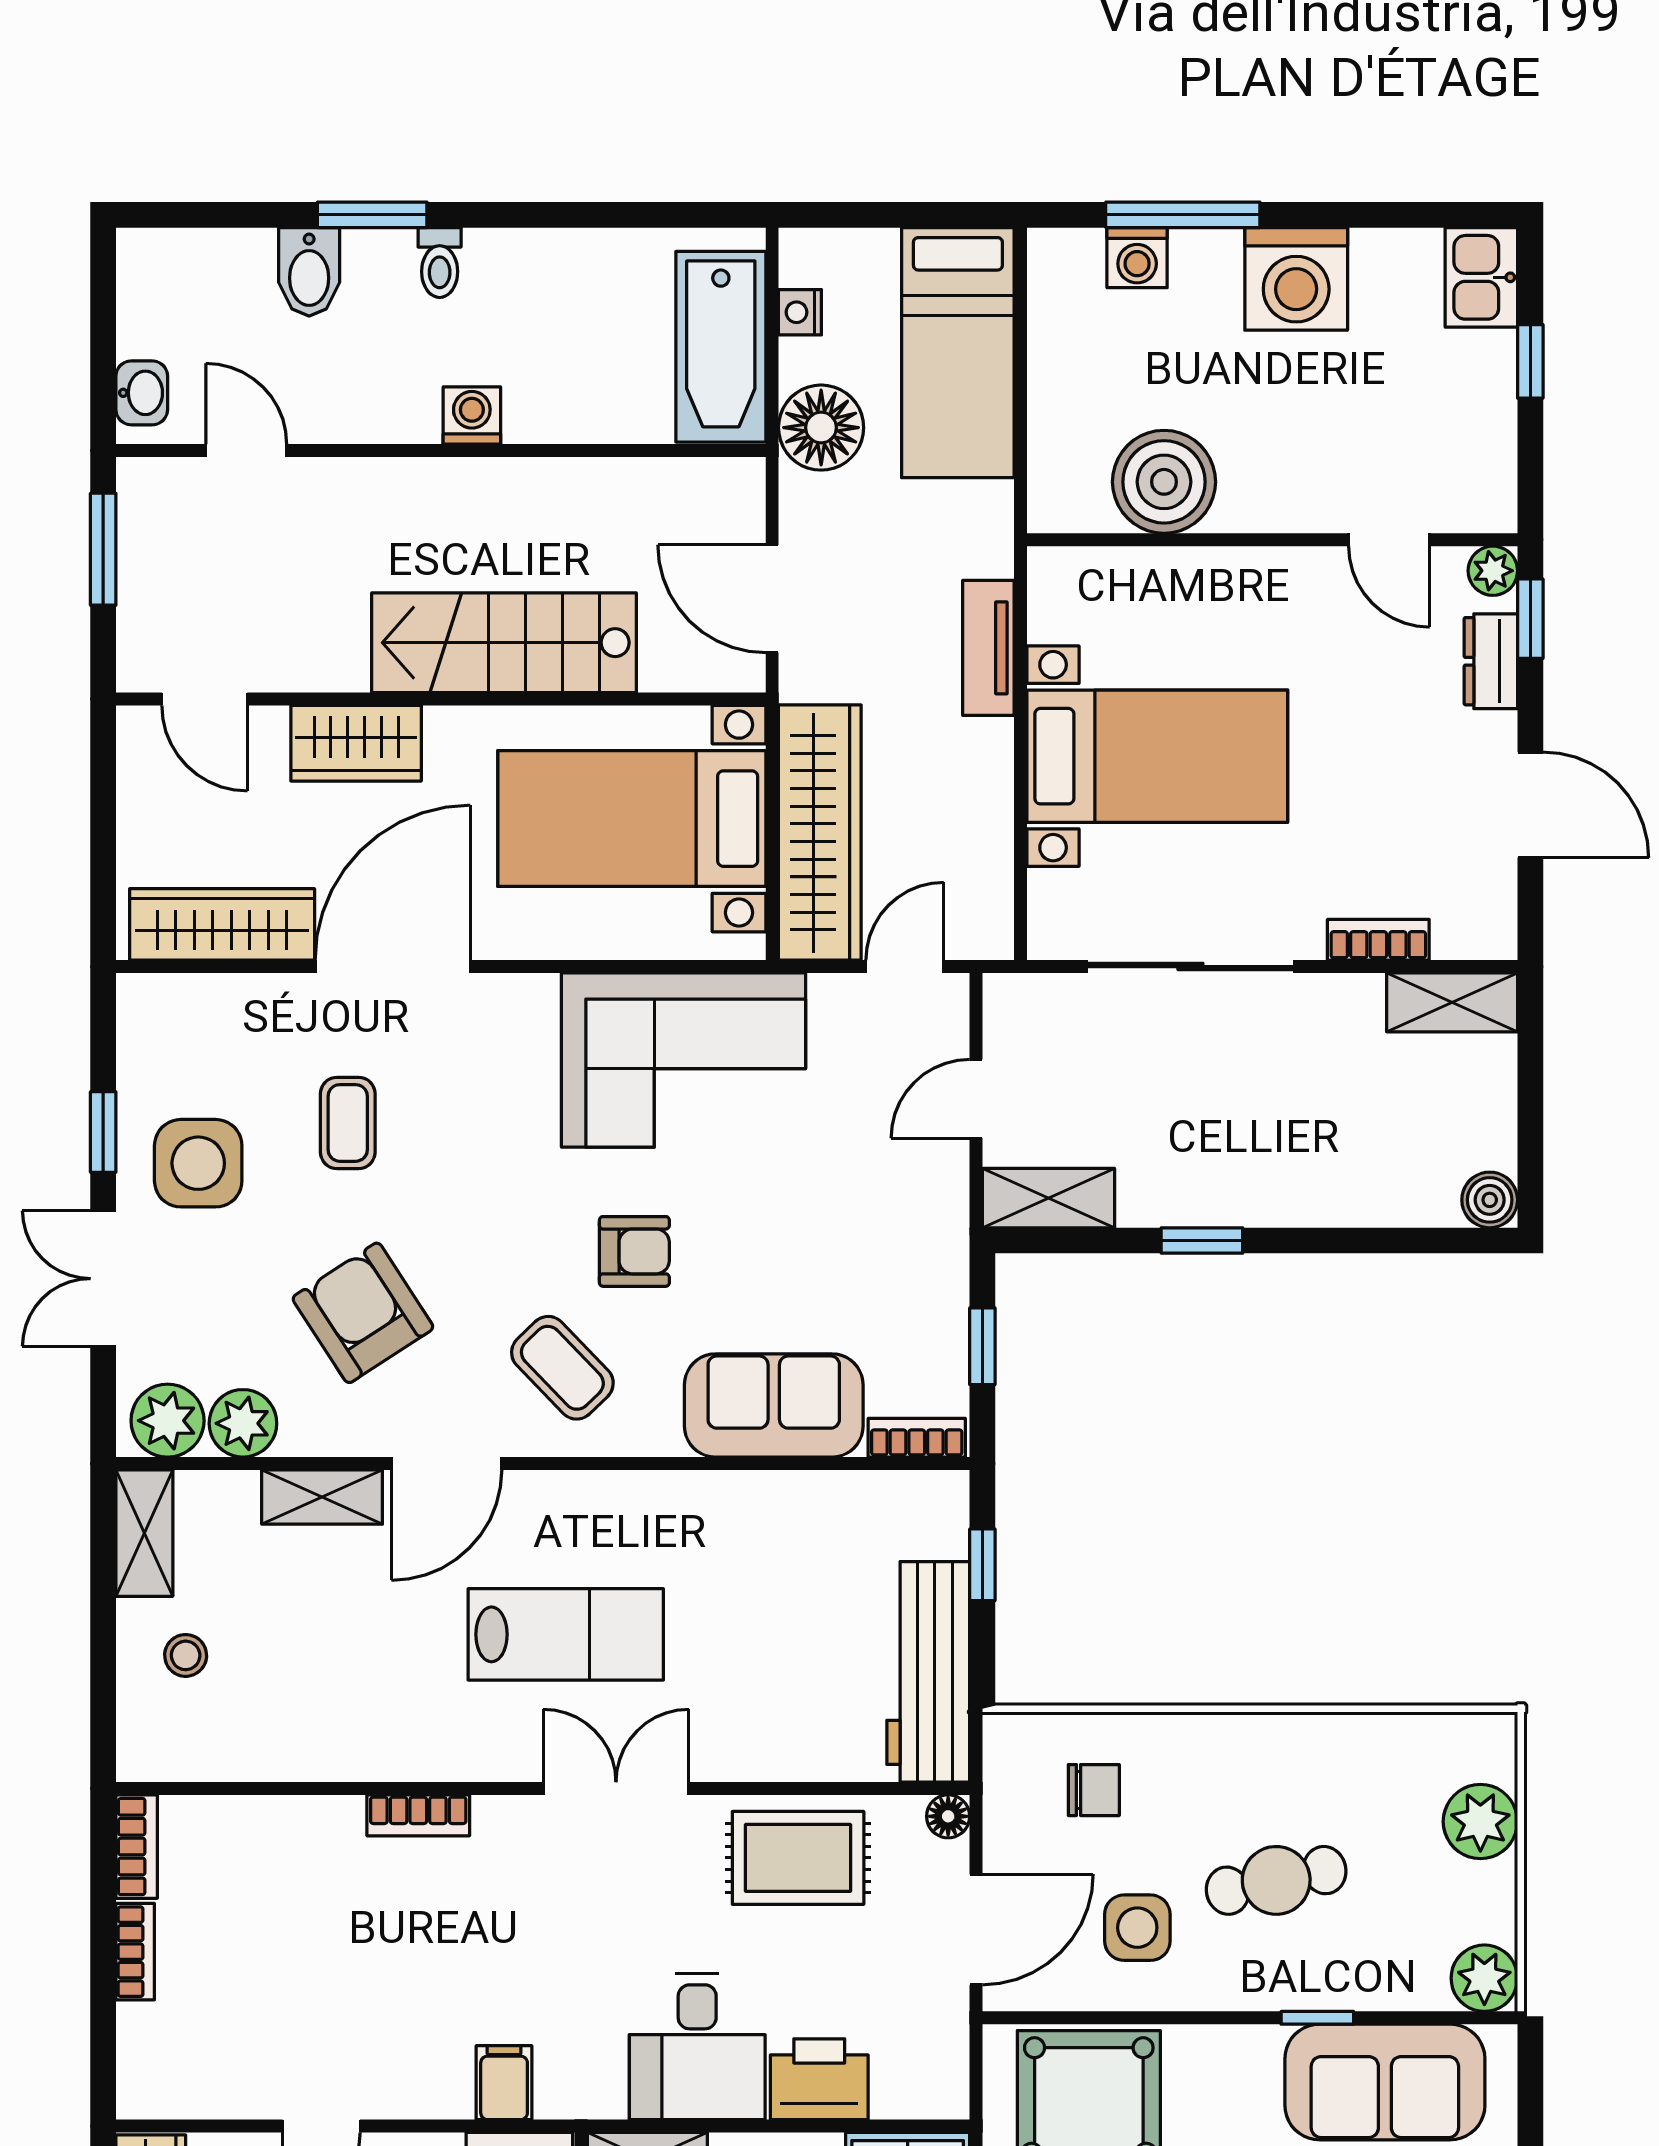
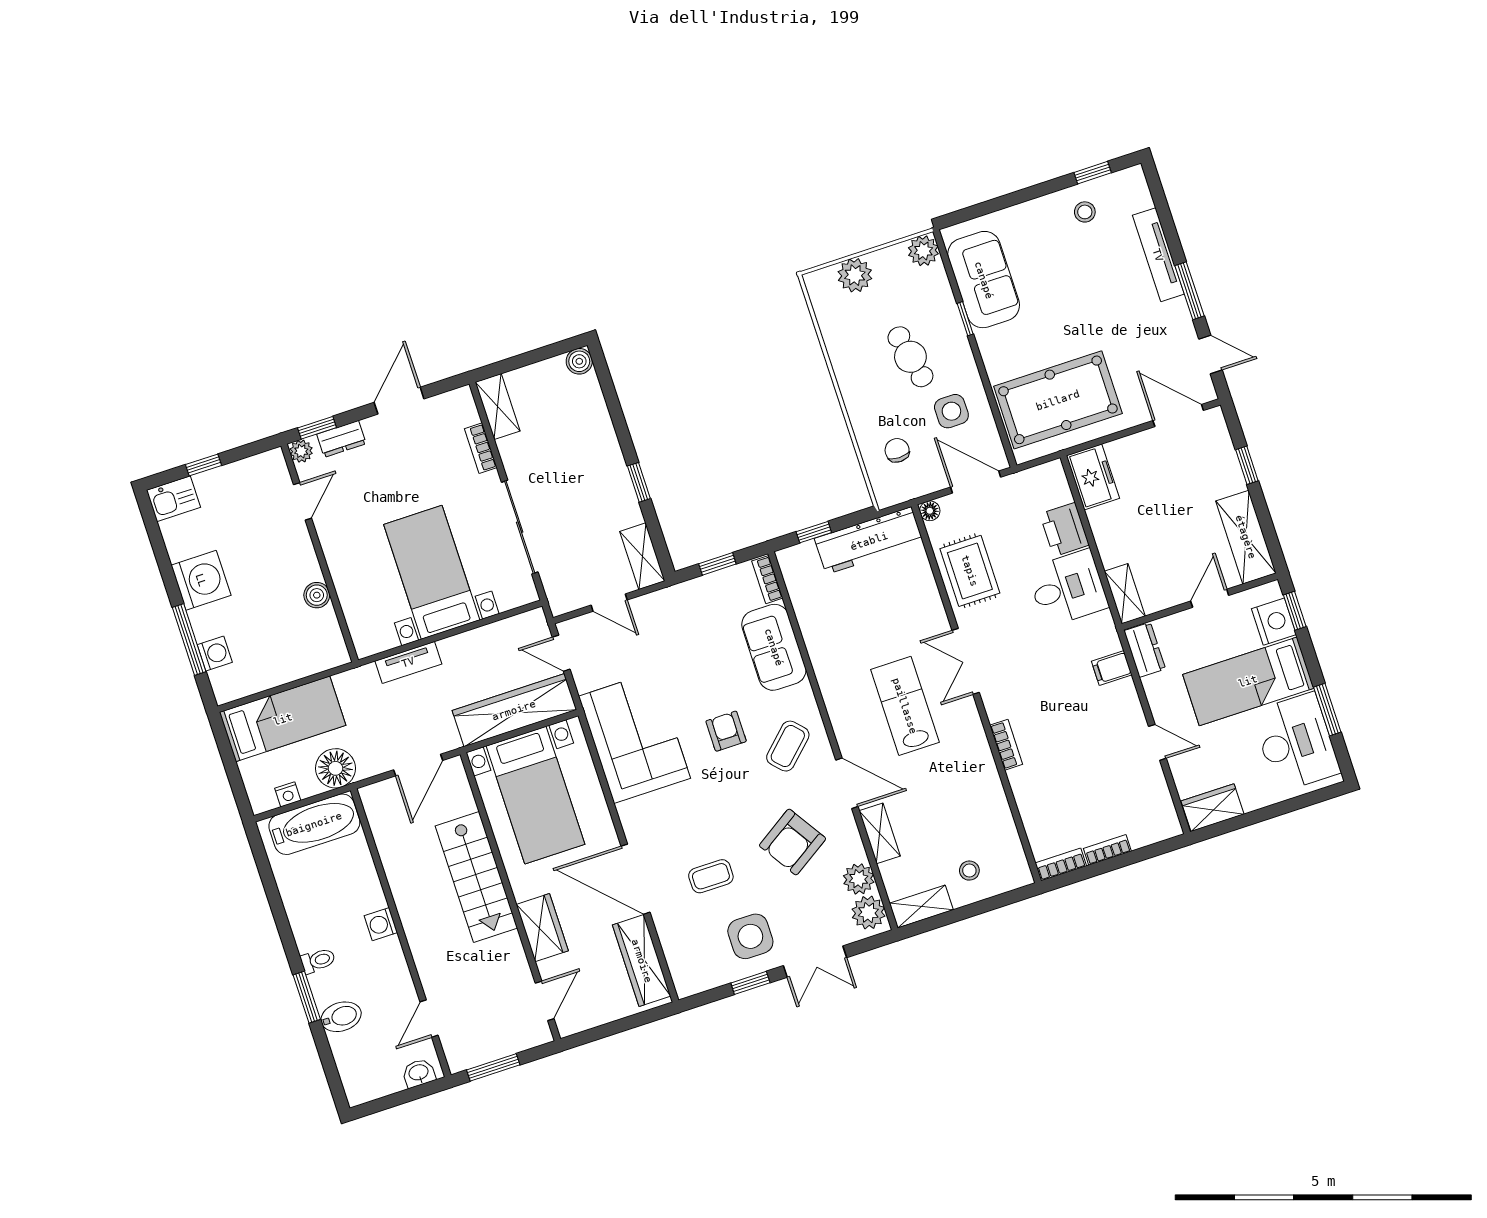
boiler: (1164, 482) -> (317, 595), width x0.54, depth x0.54

